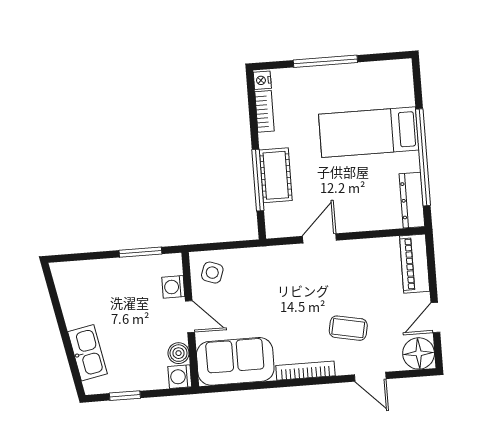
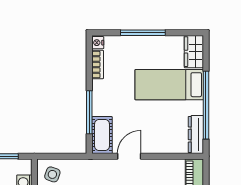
wardrobe: (400, 82) -> (194, 52), added
cot: (276, 175) -> (102, 135), moved

